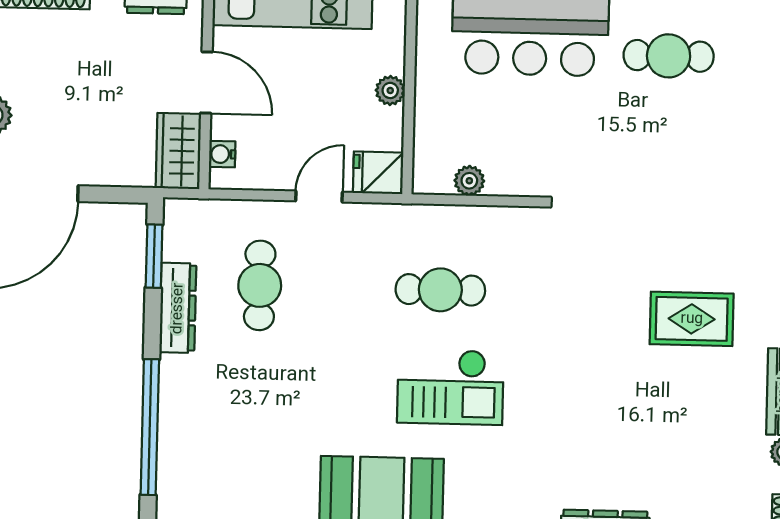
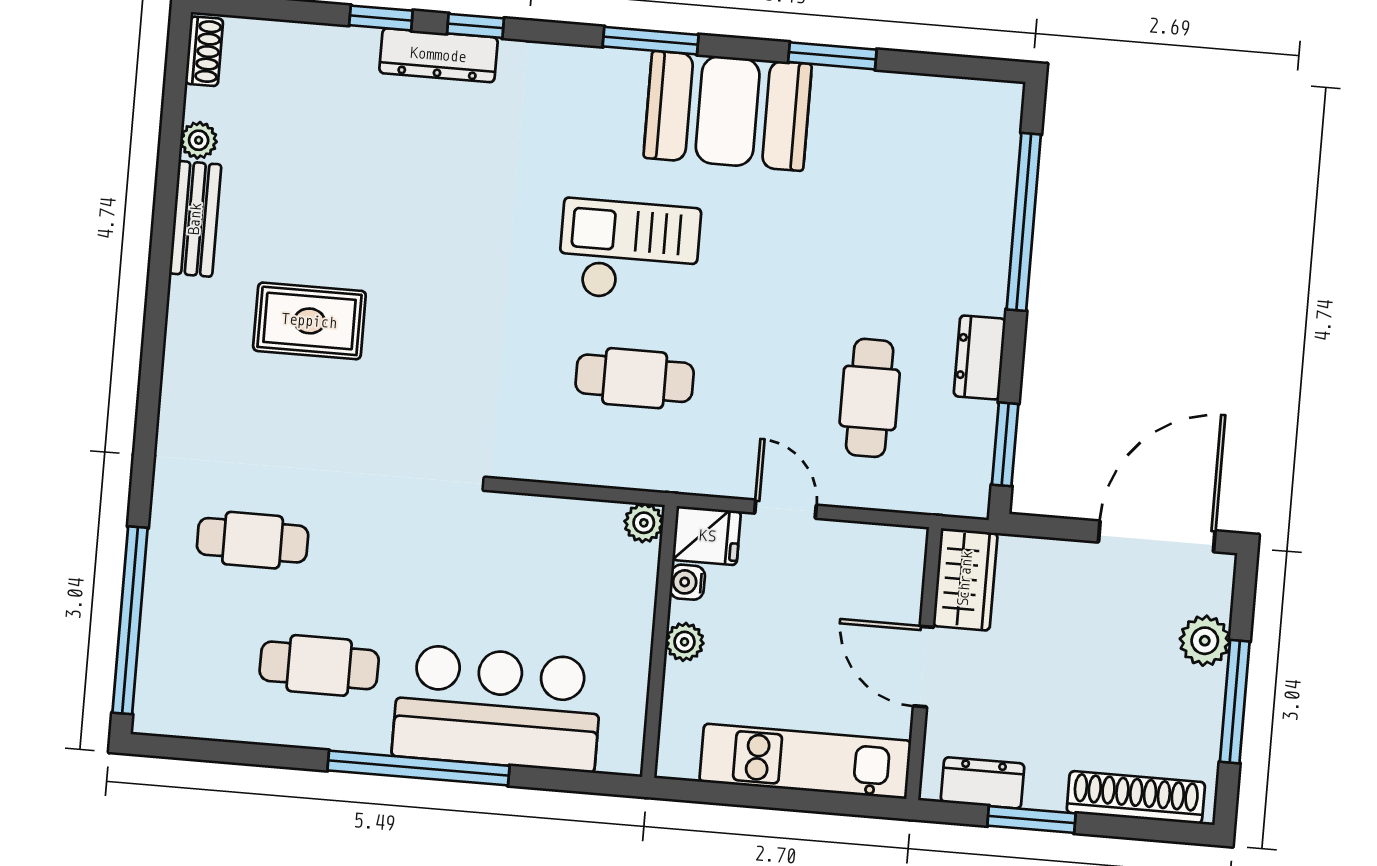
cafe table: (725, 149) -> (253, 540), added
water cooler: (222, 154) -> (687, 582), moved, turned 180
plant: (469, 181) -> (644, 523), moved
door: (319, 197) -> (785, 509), swing flipped
dresser: (178, 308) -> (980, 358), width x0.70

